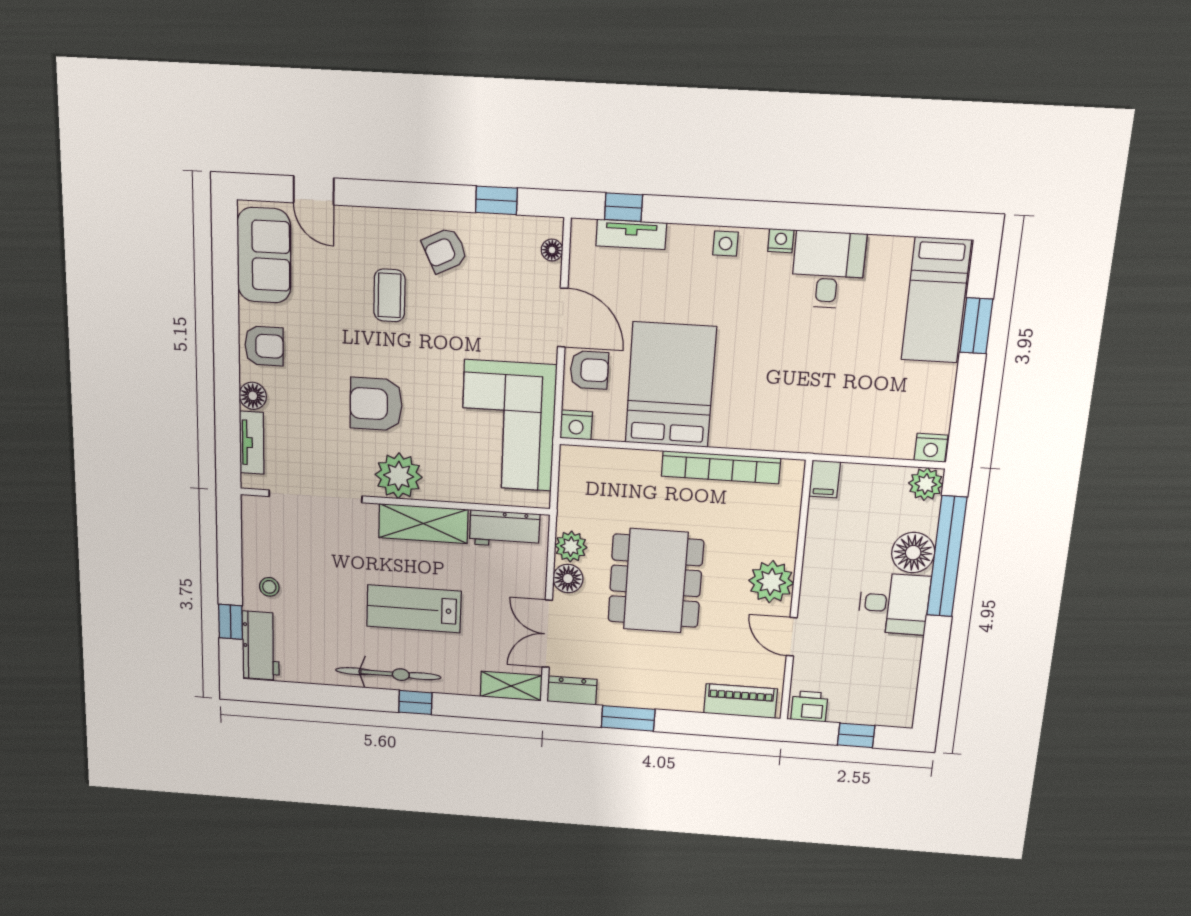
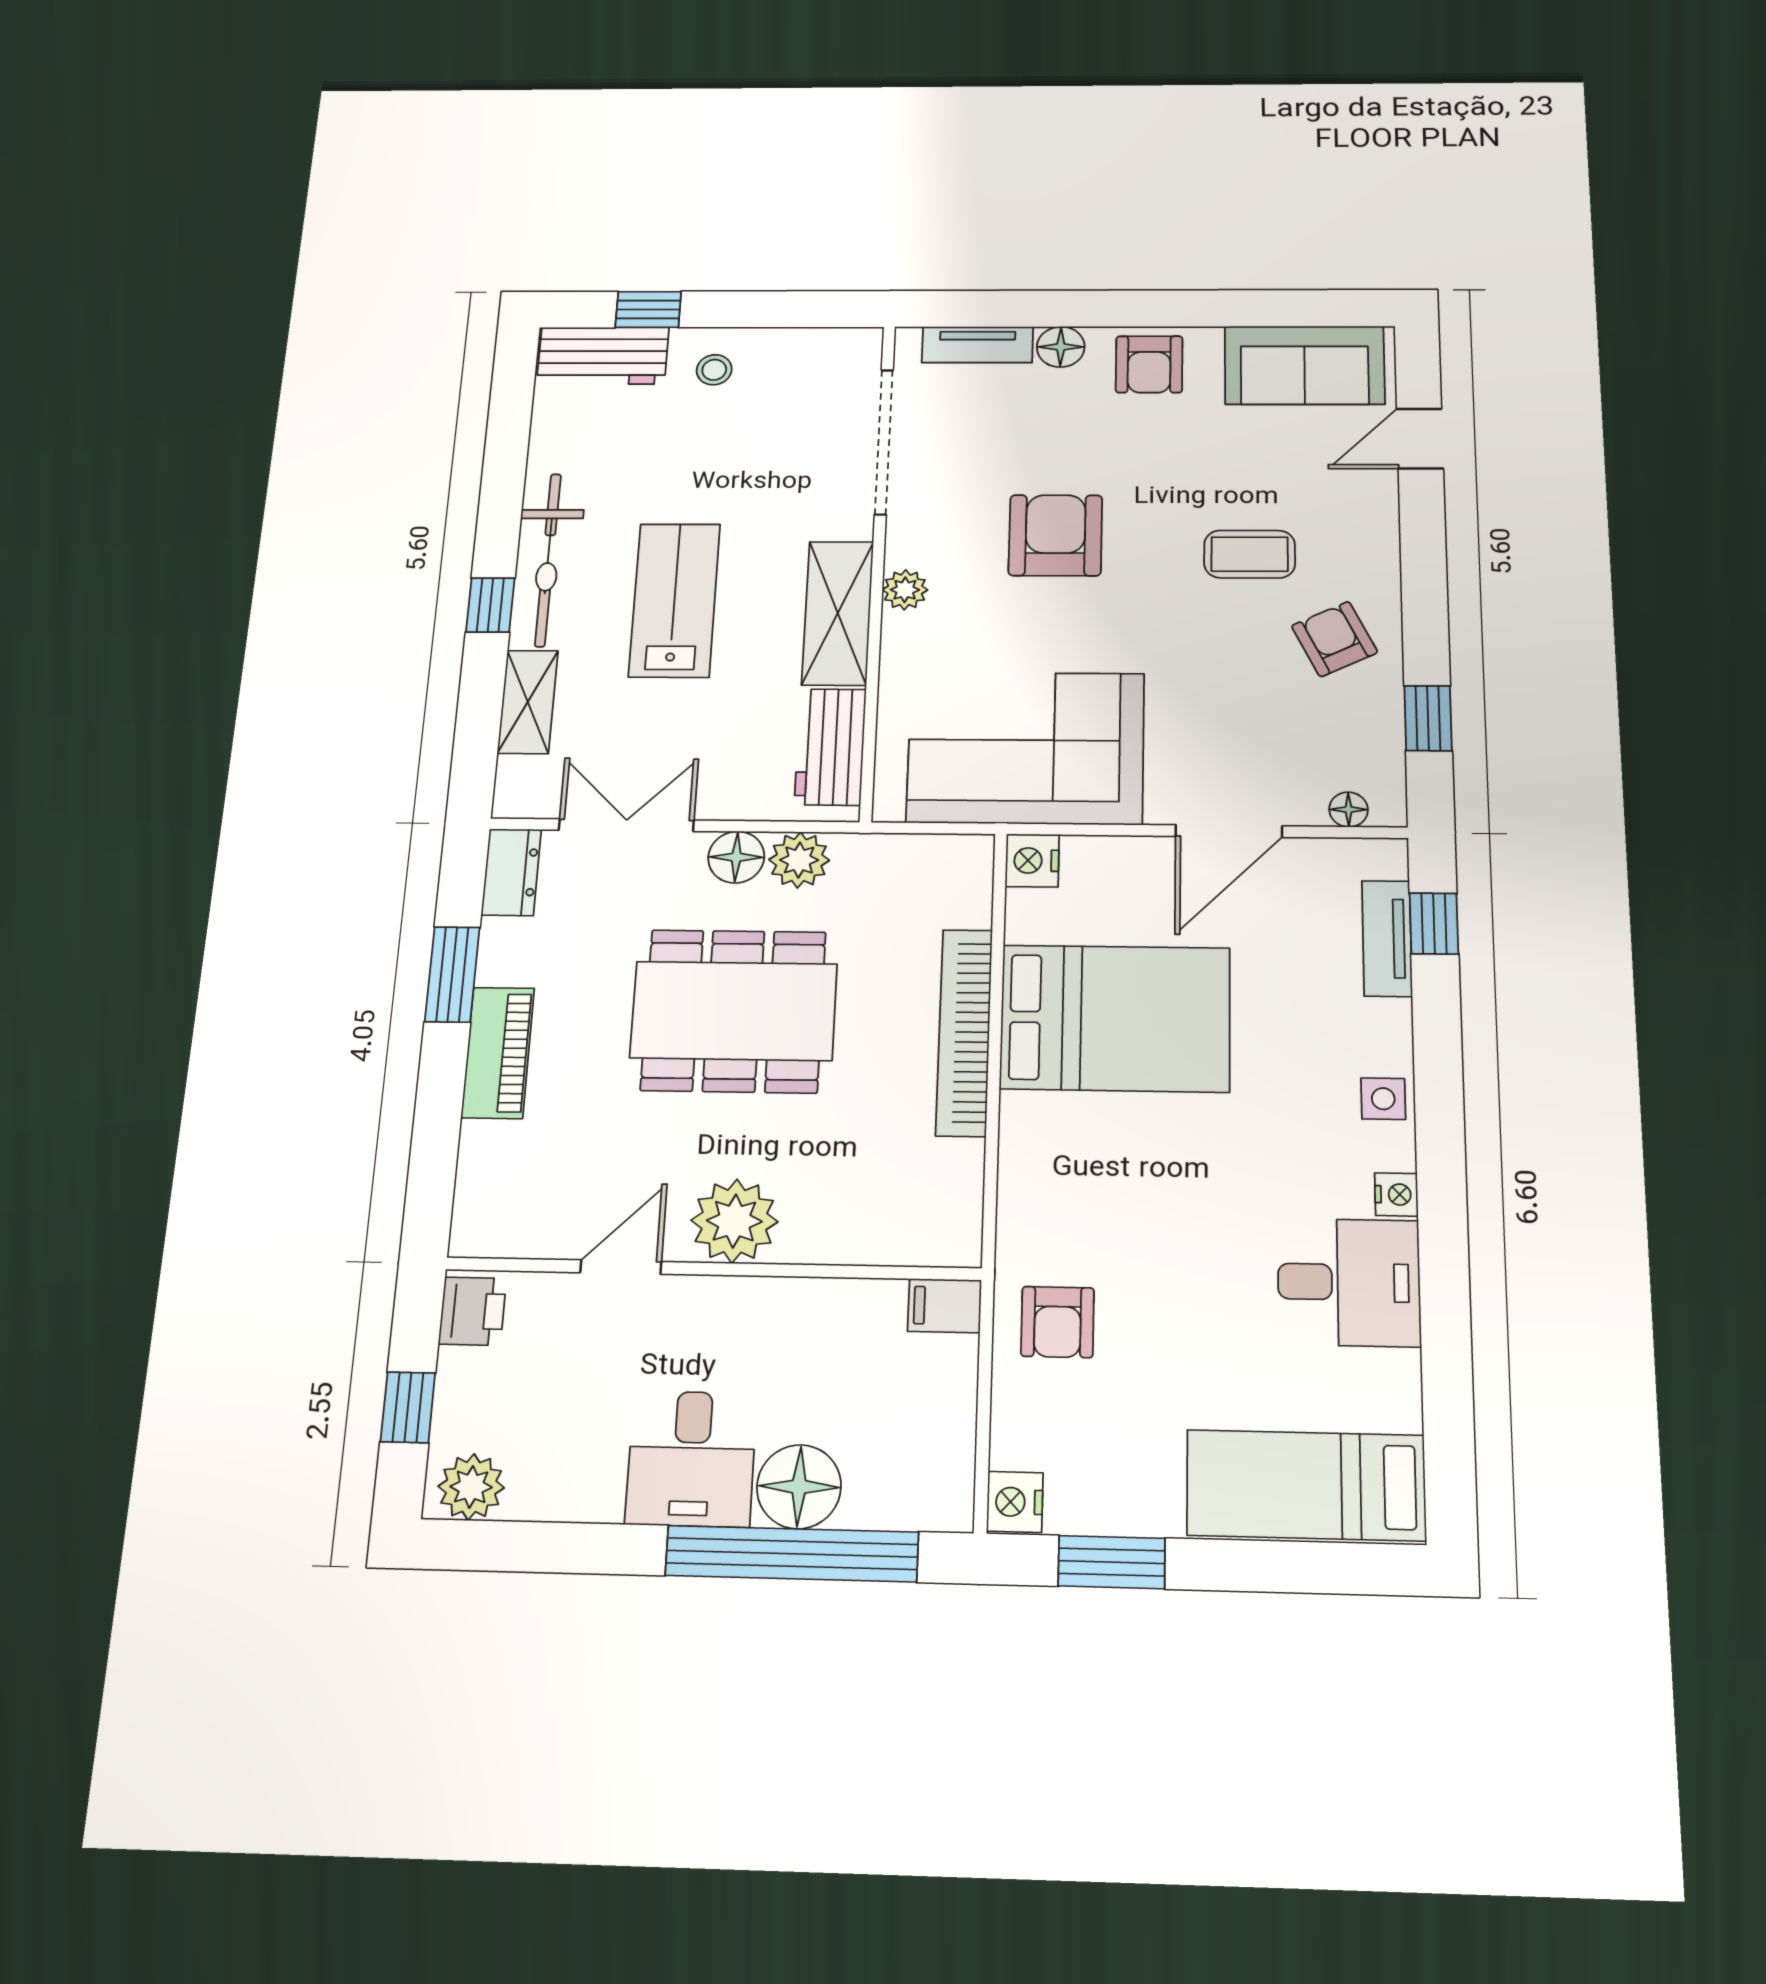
window: (976, 326) -> (1112, 1562), moved
armchair: (589, 370) -> (1058, 1322), moved
bookcase: (721, 467) -> (964, 1032), moved
plant: (399, 476) -> (905, 590), width x0.53, depth x0.53
plant: (926, 484) -> (471, 1487), moved
shelving: (511, 686) -> (528, 702), moved
piano: (741, 701) -> (498, 1053), moved

